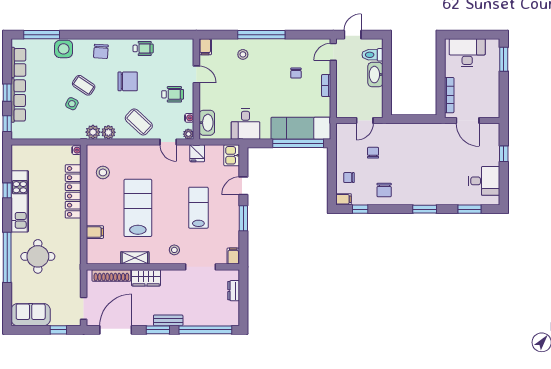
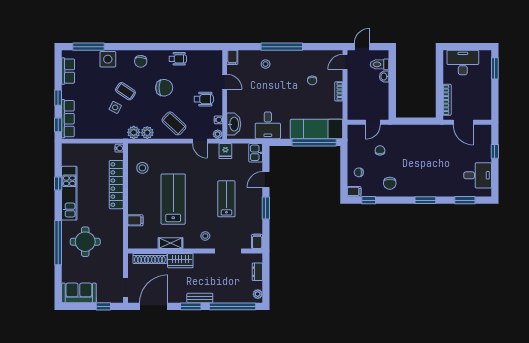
washbasin: (375, 75) -> (384, 77), width x0.52, depth x0.69
row of seats: (18, 100) -> (68, 119), moved
plant: (234, 316) -> (258, 294), added

